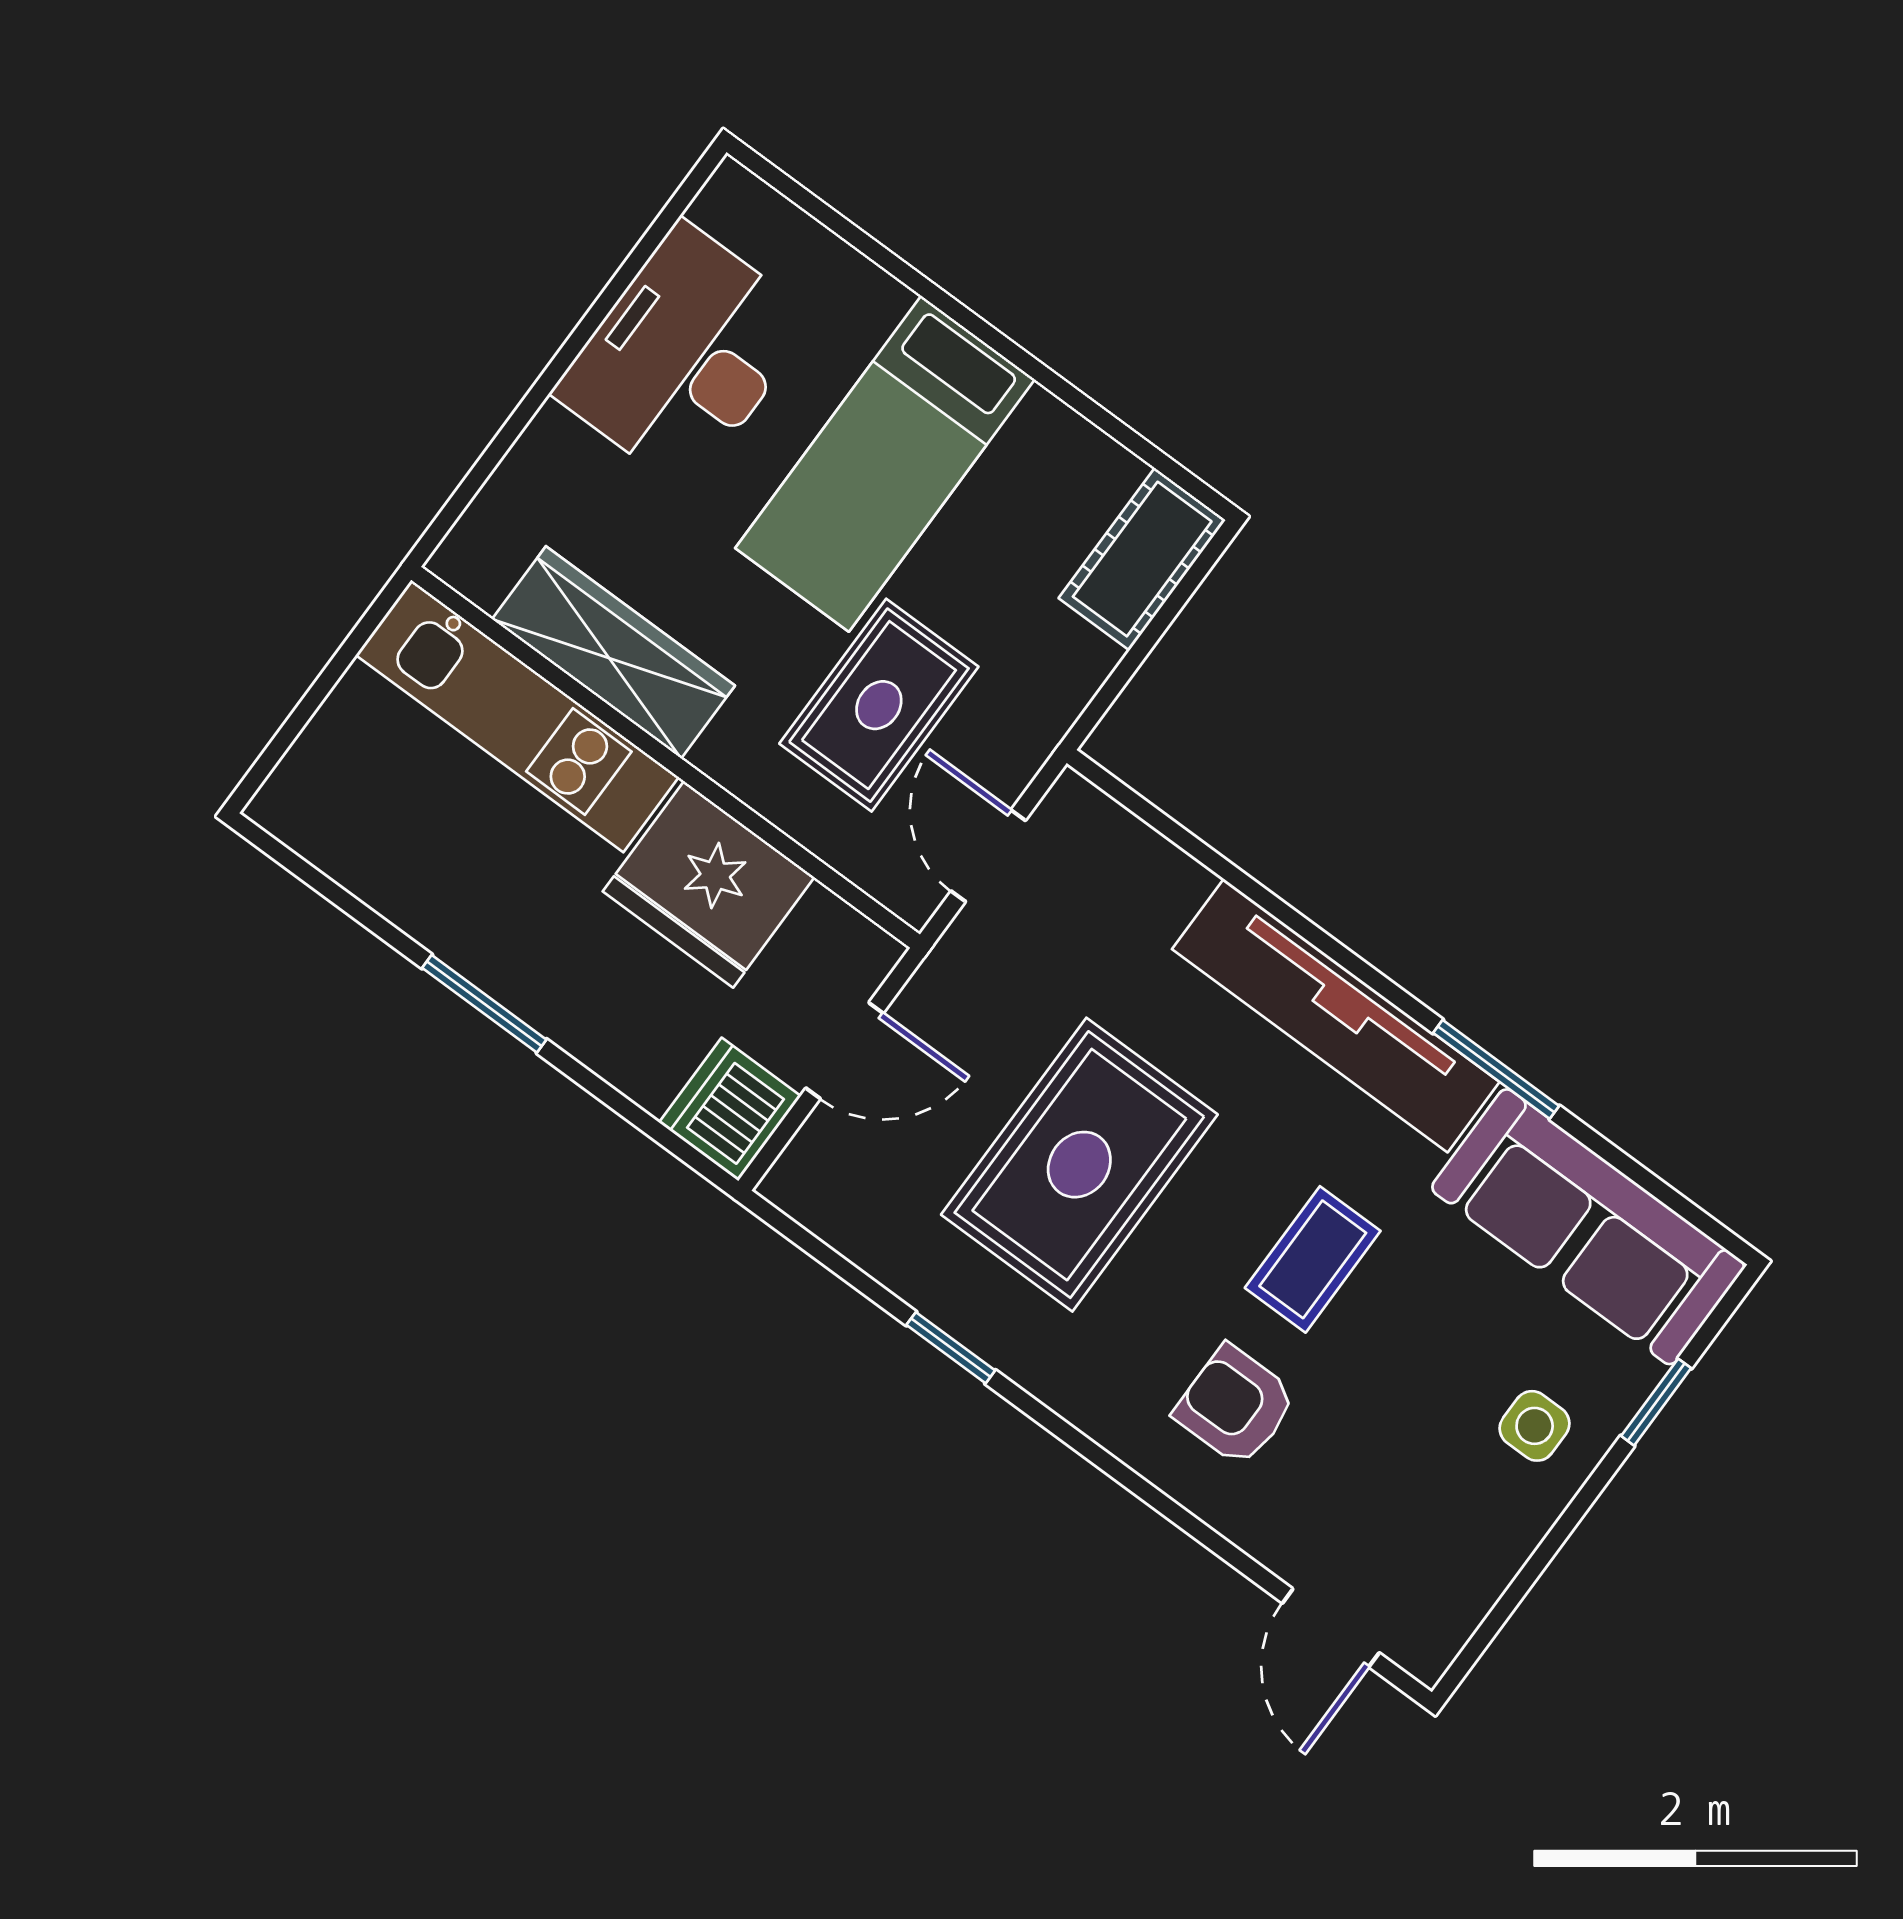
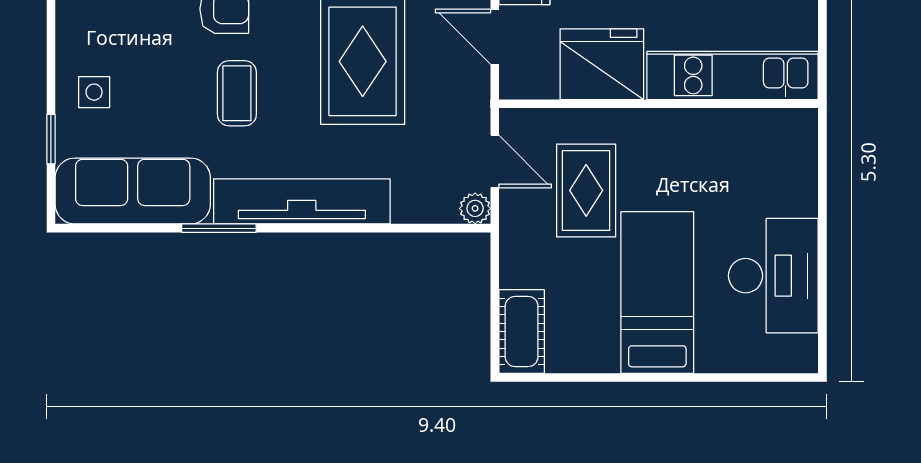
wardrobe: (613, 652) -> (712, 131), removed
plant: (1073, 805) -> (475, 208), added
door: (845, 1051) -> (495, 37), hinge flipped

